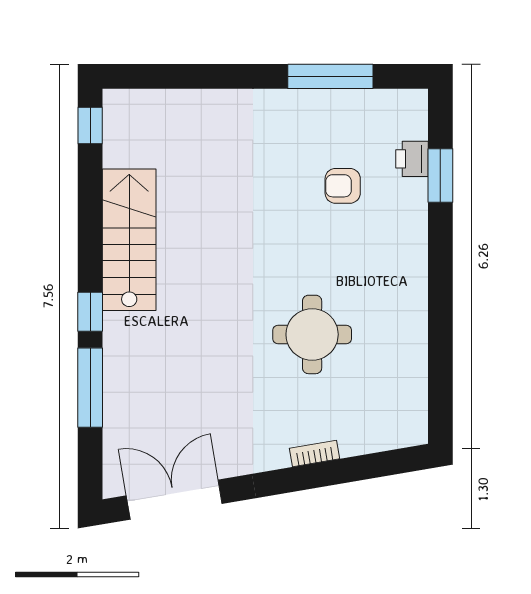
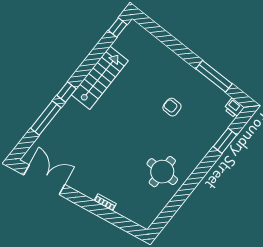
printer: (412, 159) -> (234, 108), moved, turned -90
armchair: (343, 186) -> (172, 107), moved
round table: (312, 334) -> (162, 172), moved

